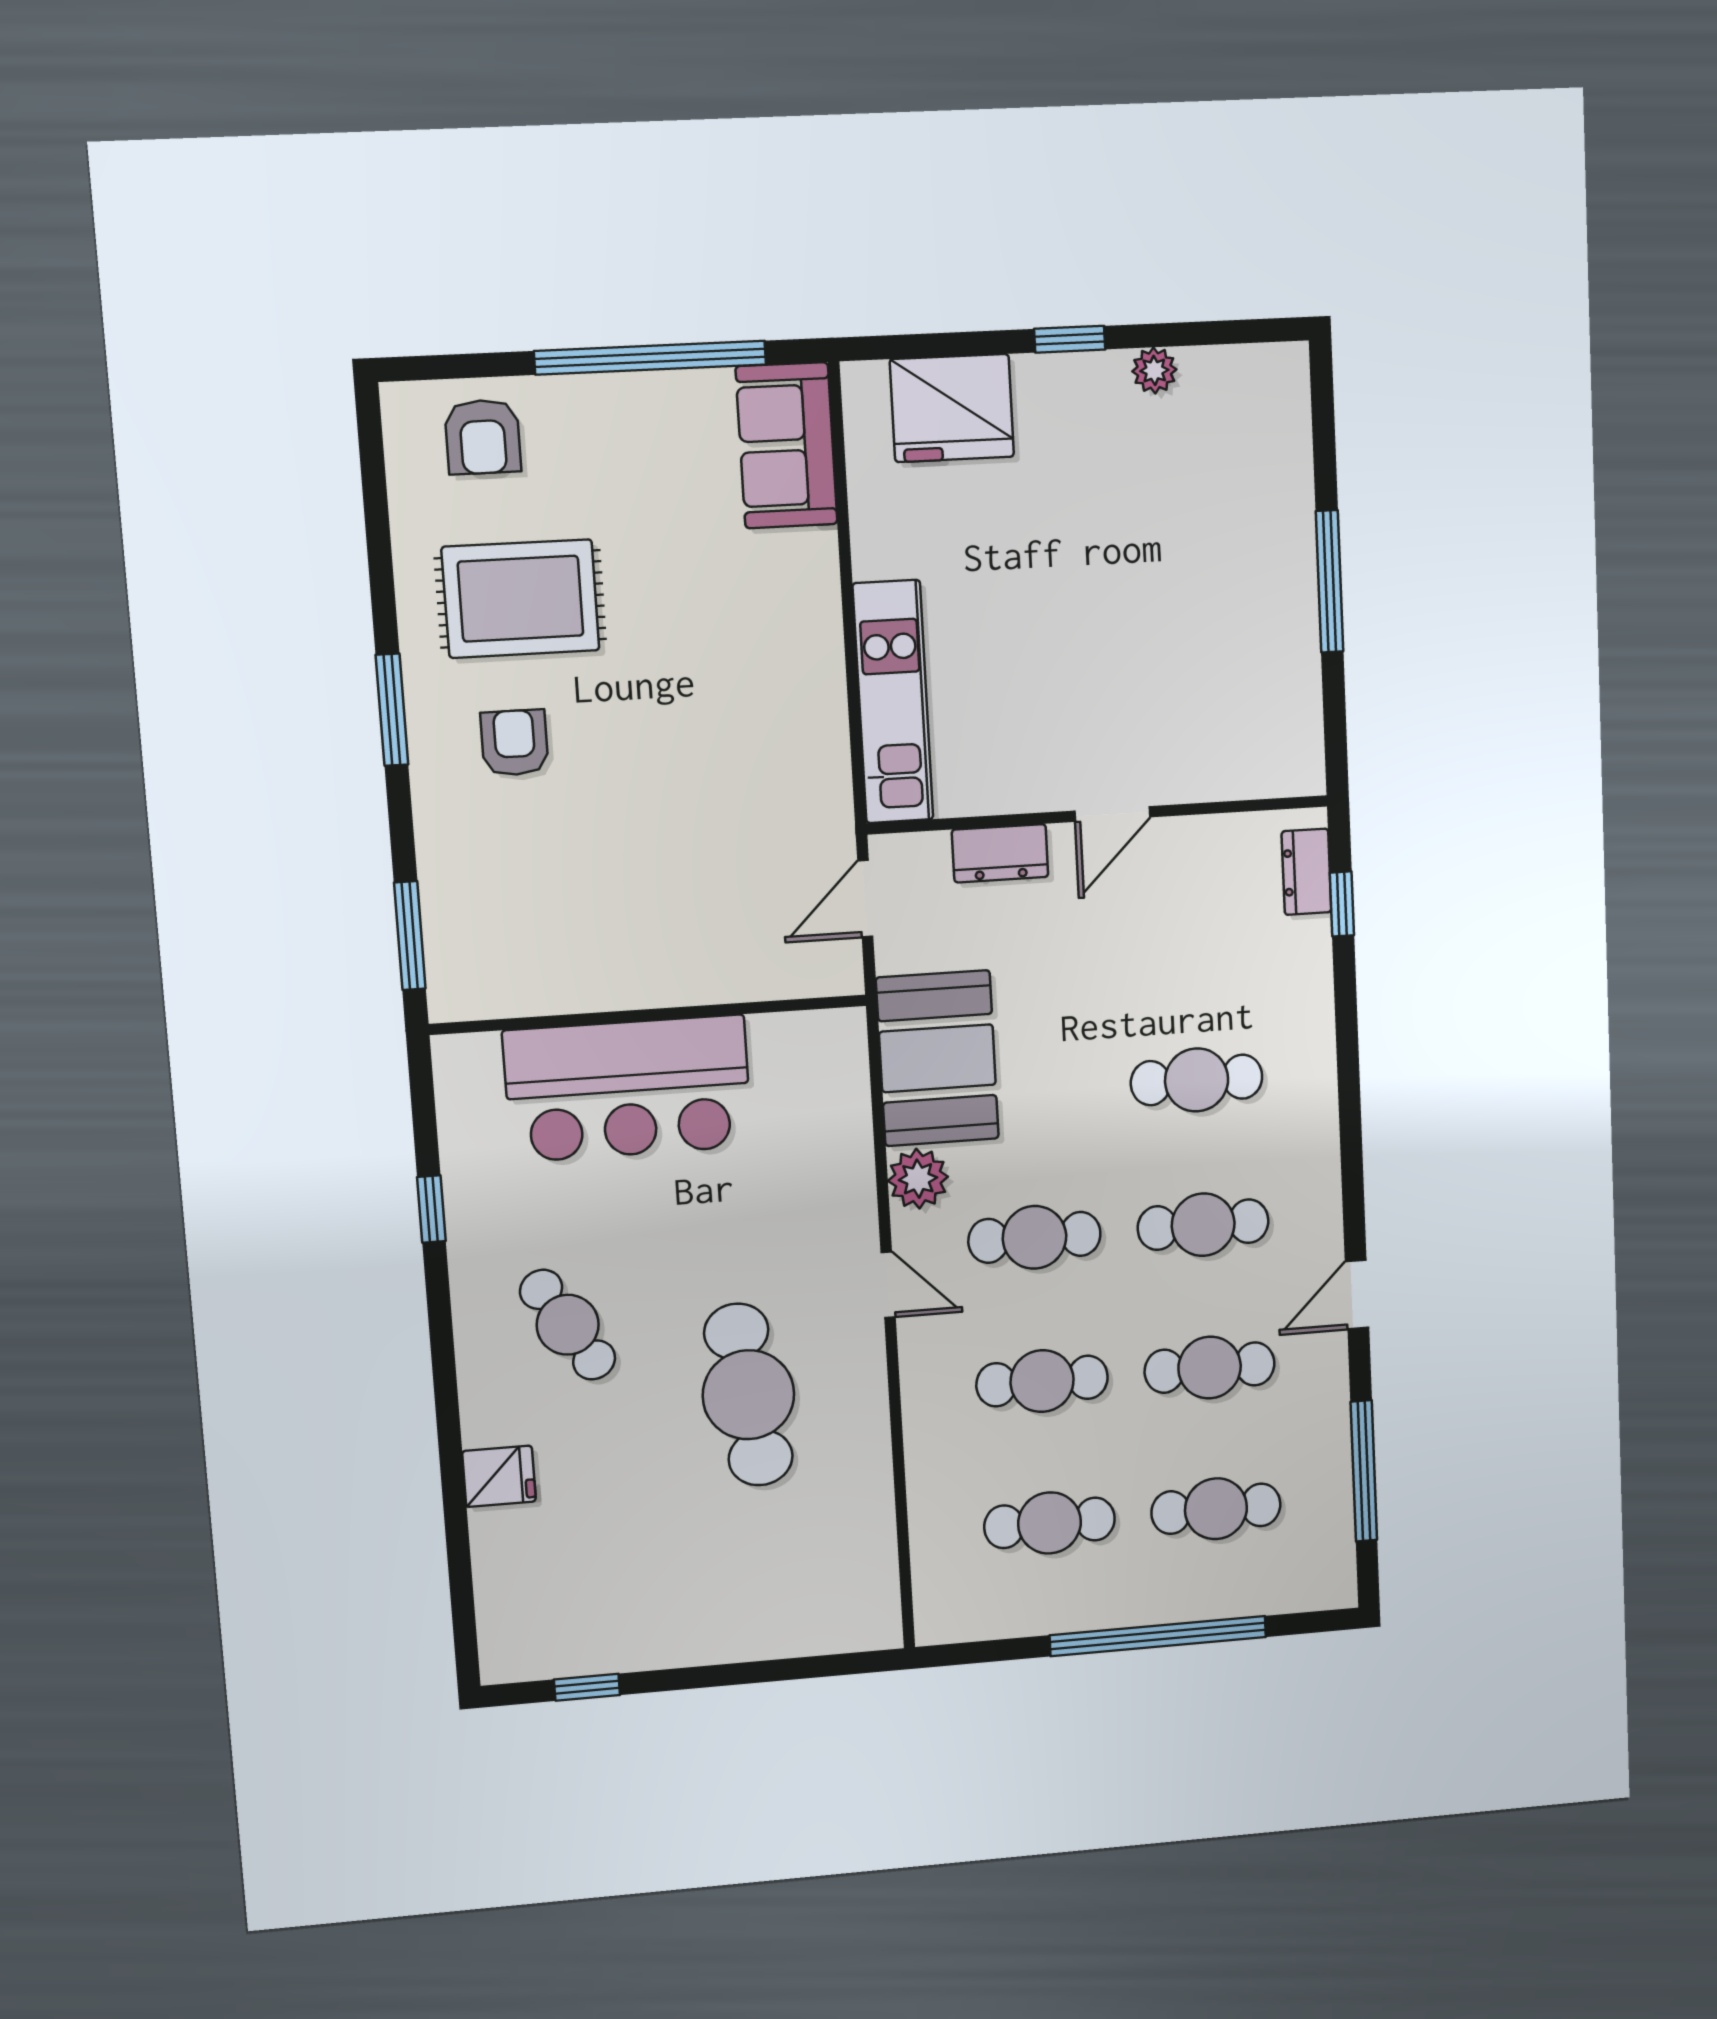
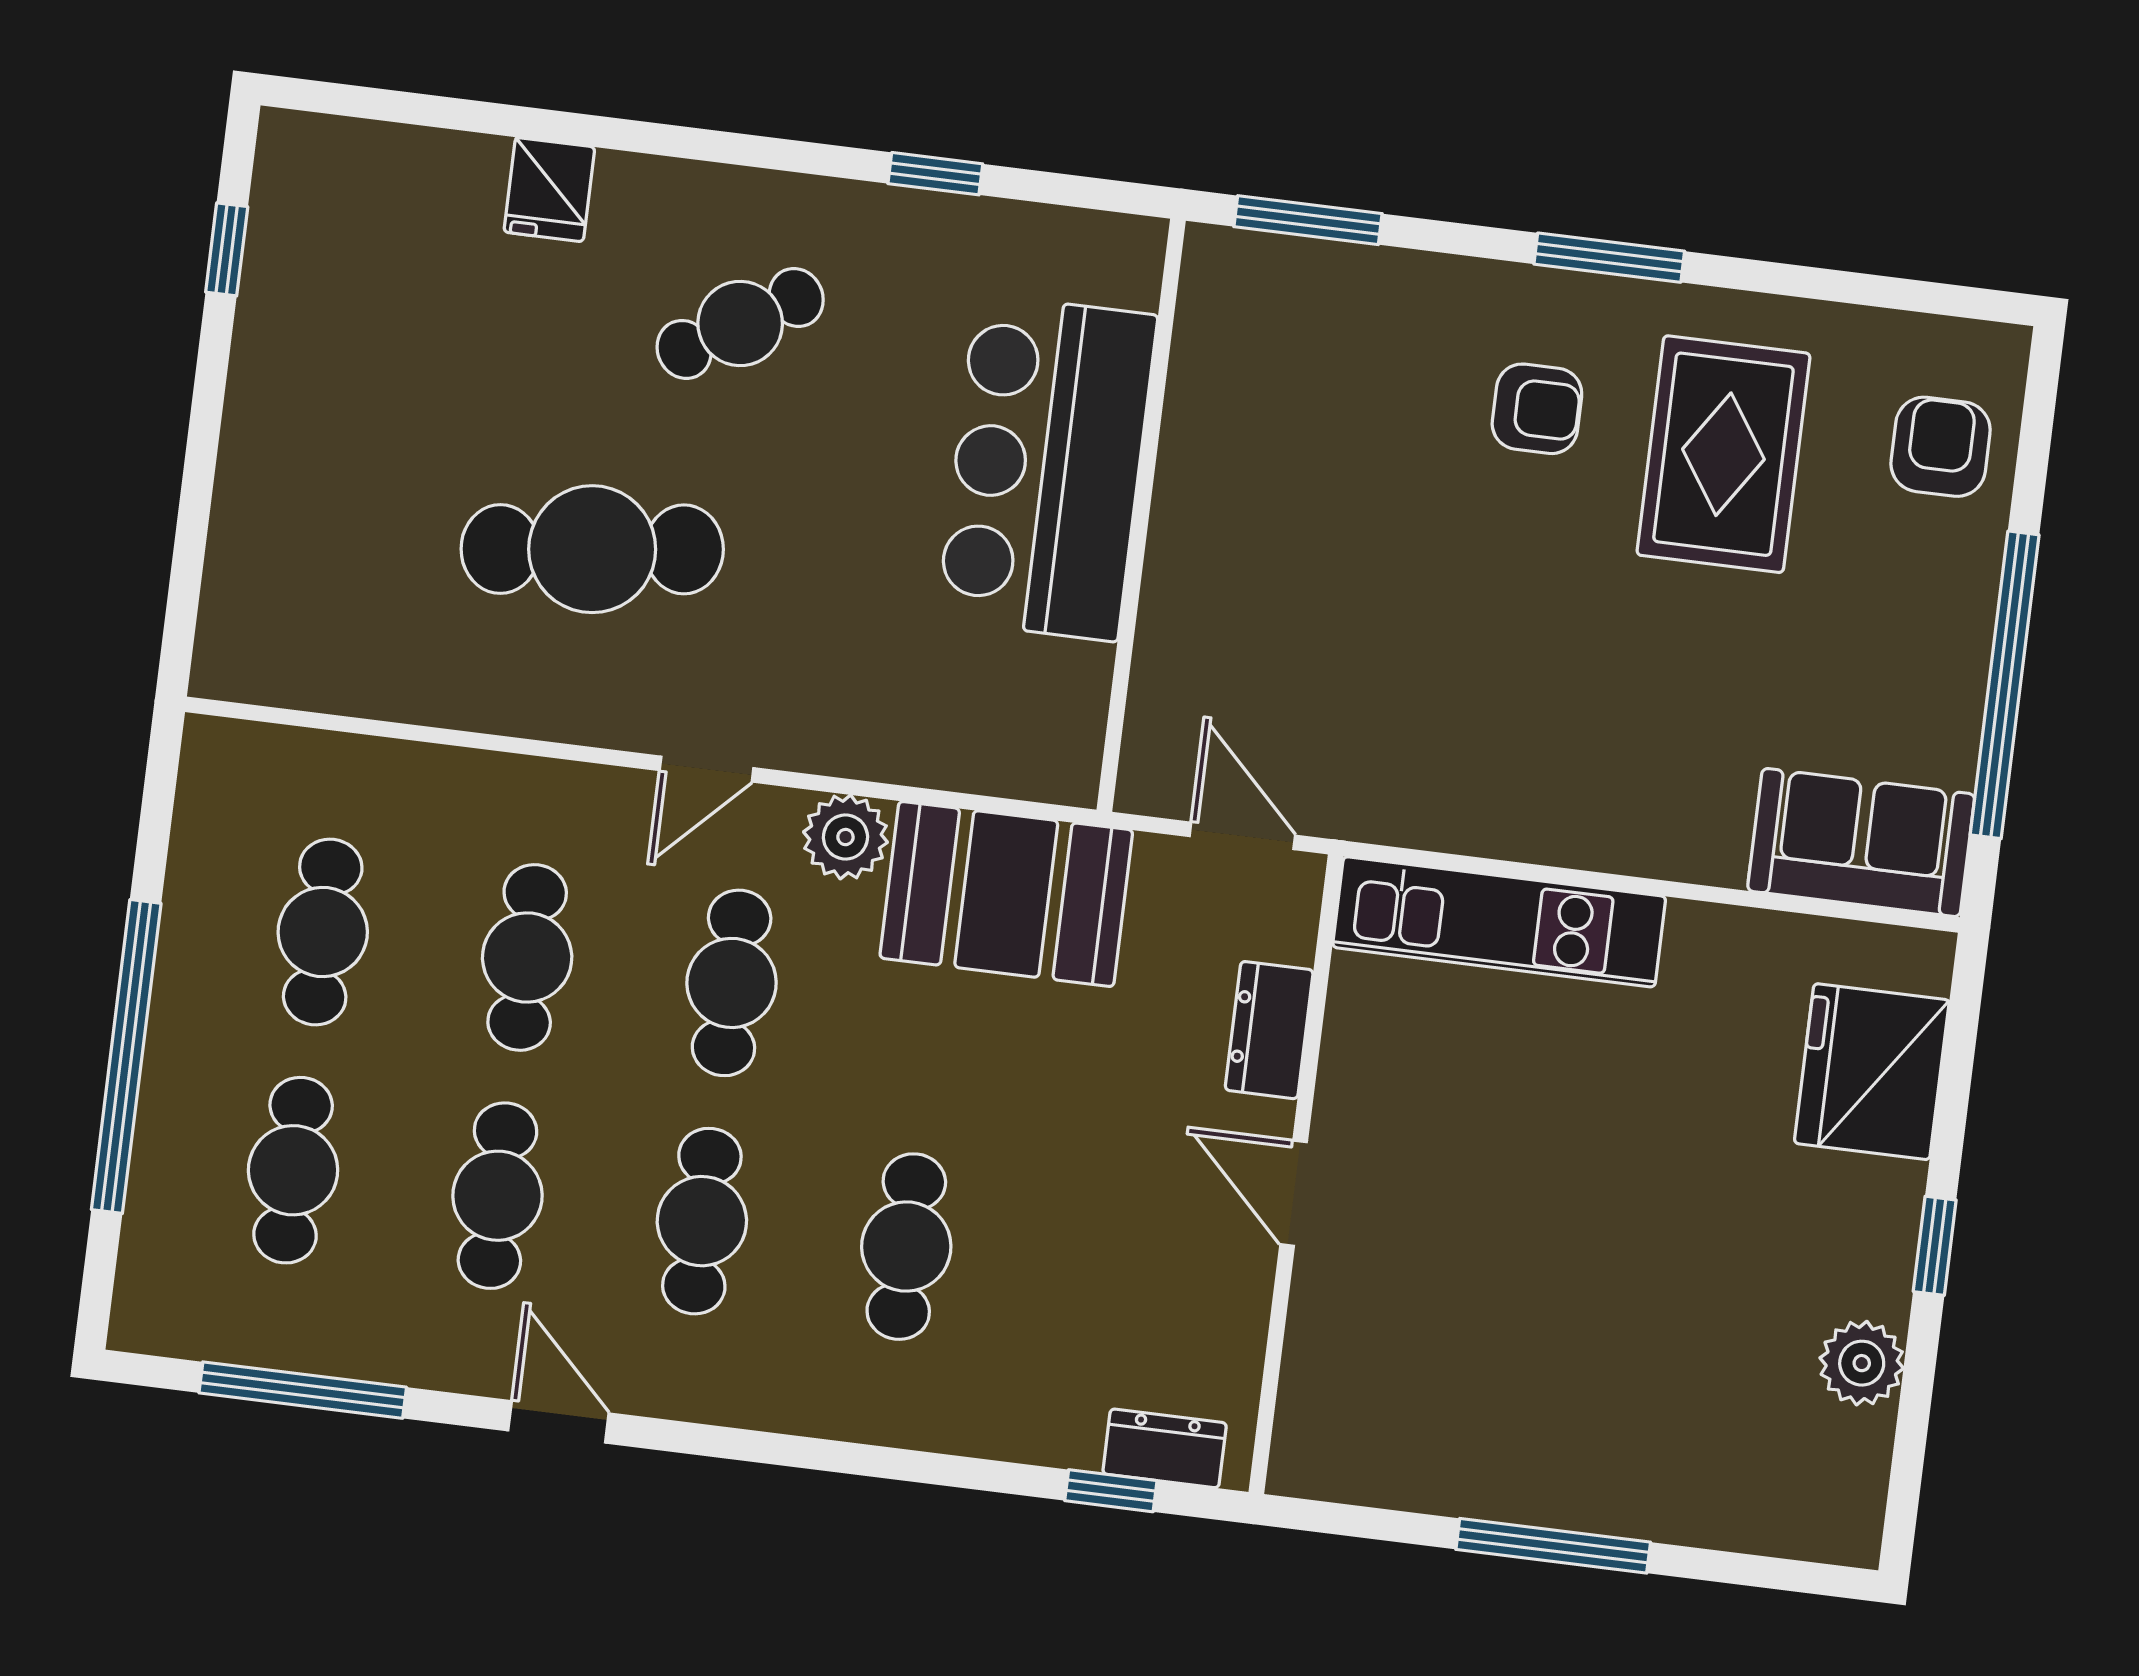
plant: (1154, 370) -> (1862, 1363), width x1.38, depth x1.38
armchair: (483, 437) -> (1941, 447), turned 90

